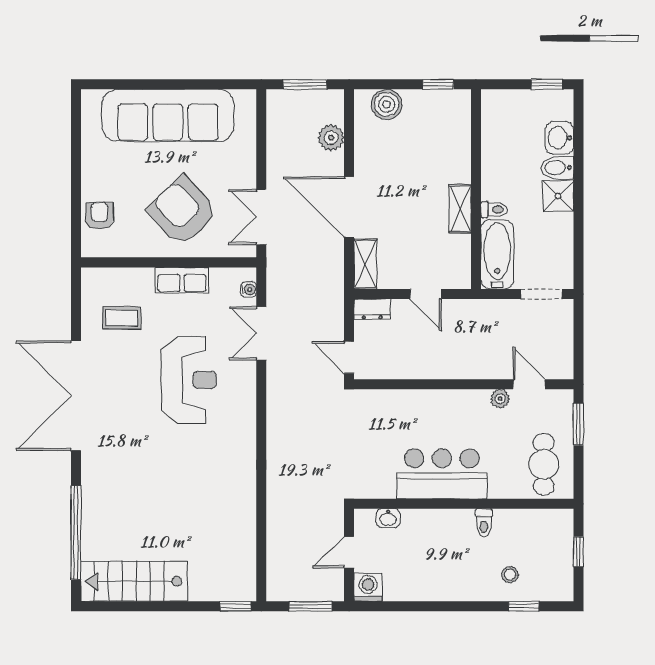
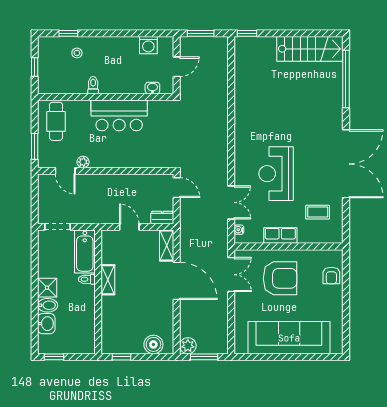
plant: (331, 138) -> (188, 346), moved
armchair: (182, 211) -> (280, 278), turned -47
washing machine: (368, 587) -> (148, 45), moved

